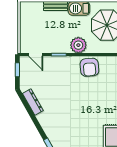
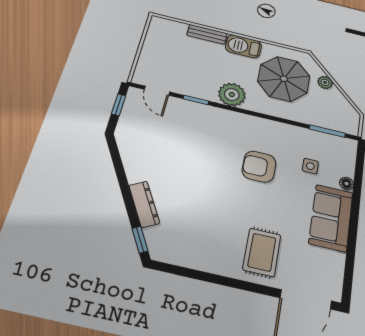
armchair: (89, 67) -> (259, 167), moved, turned 95
dresser: (33, 102) -> (144, 204), moved

